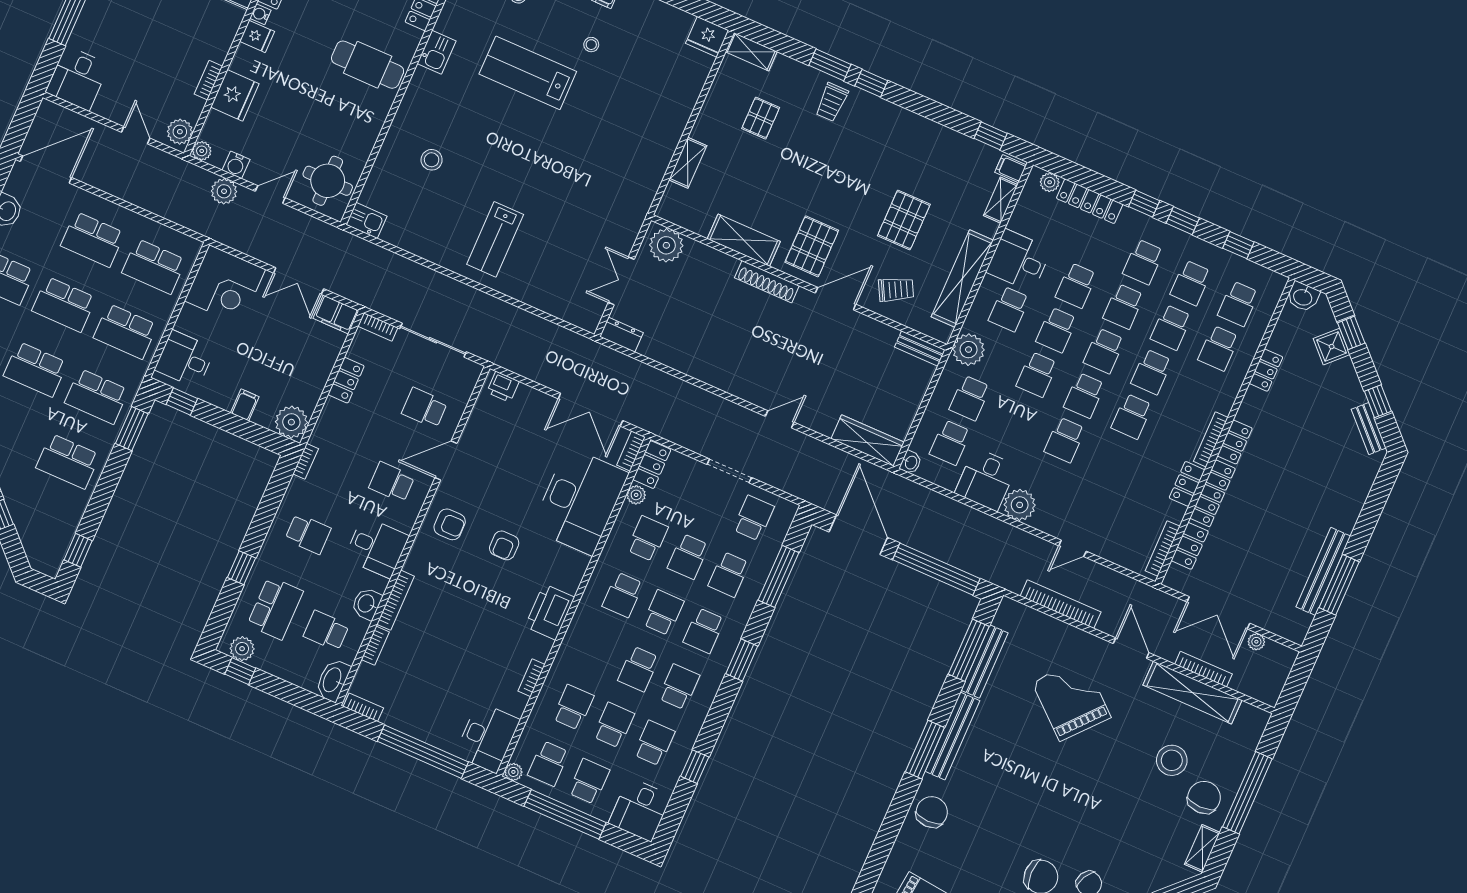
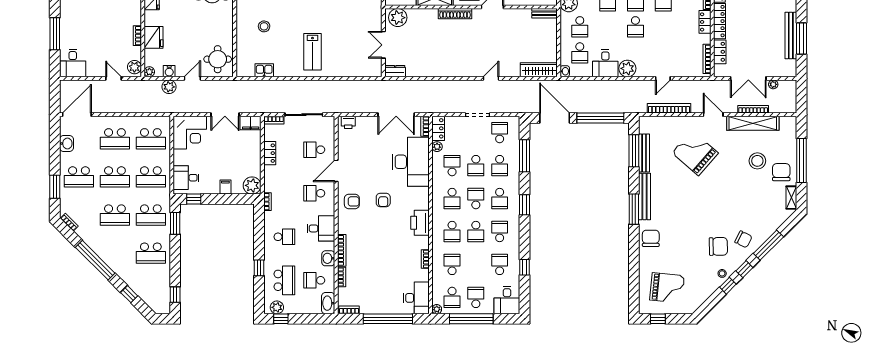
kitchen sink: (367, 220) -> (264, 70), moved
school desk: (614, 725) -> (452, 231), moved, turned 180

